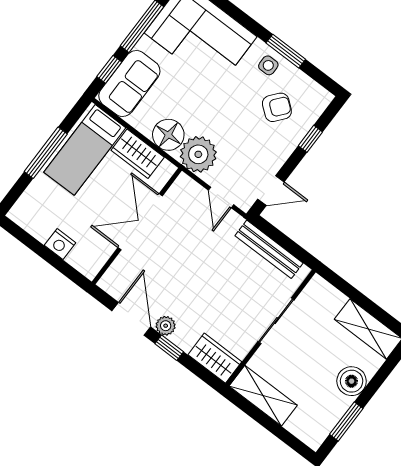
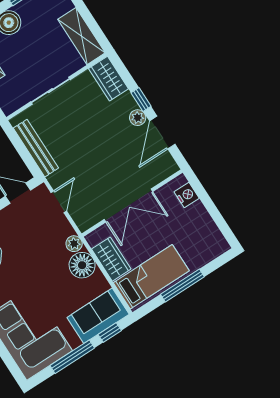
plant: (198, 154) -> (74, 244), width x0.53, depth x0.53
nightstand: (60, 244) -> (187, 195), moved

